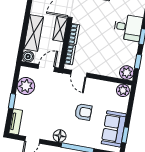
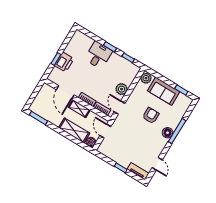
plant: (127, 73) -> (122, 89), moved
door: (79, 74) -> (120, 108), swing flipped
plant: (26, 86) -> (113, 152), removed
sofa: (114, 129) -> (164, 91), moved
floor lamp: (60, 136) -> (168, 133), moved

